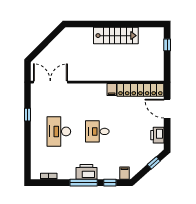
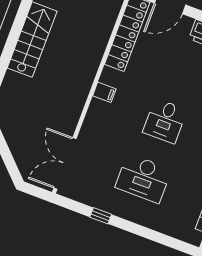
filing cabinet: (112, 90) -> (104, 92), moved

